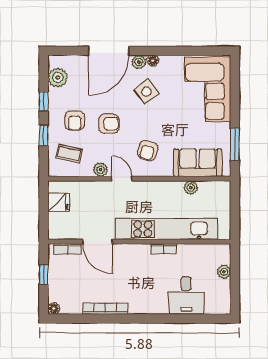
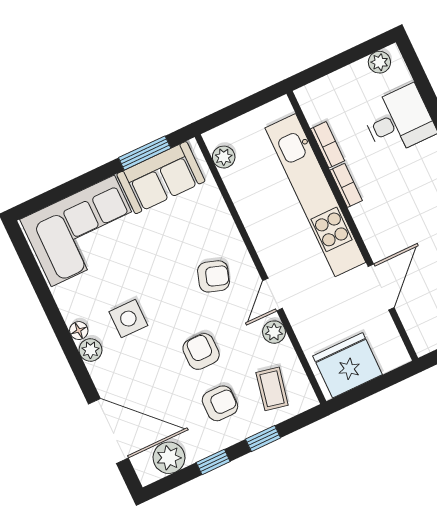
door: (109, 51) -> (108, 431), moved
side table: (146, 92) -> (128, 319), turned 37
sofa: (198, 163) -> (161, 178), moved, turned -90
plant: (191, 188) -> (224, 157), moved
fridge: (59, 202) -> (348, 365), width x1.88, depth x1.34
bookcase: (68, 249) -> (327, 145), moved
plant: (224, 272) -> (379, 62), moved

